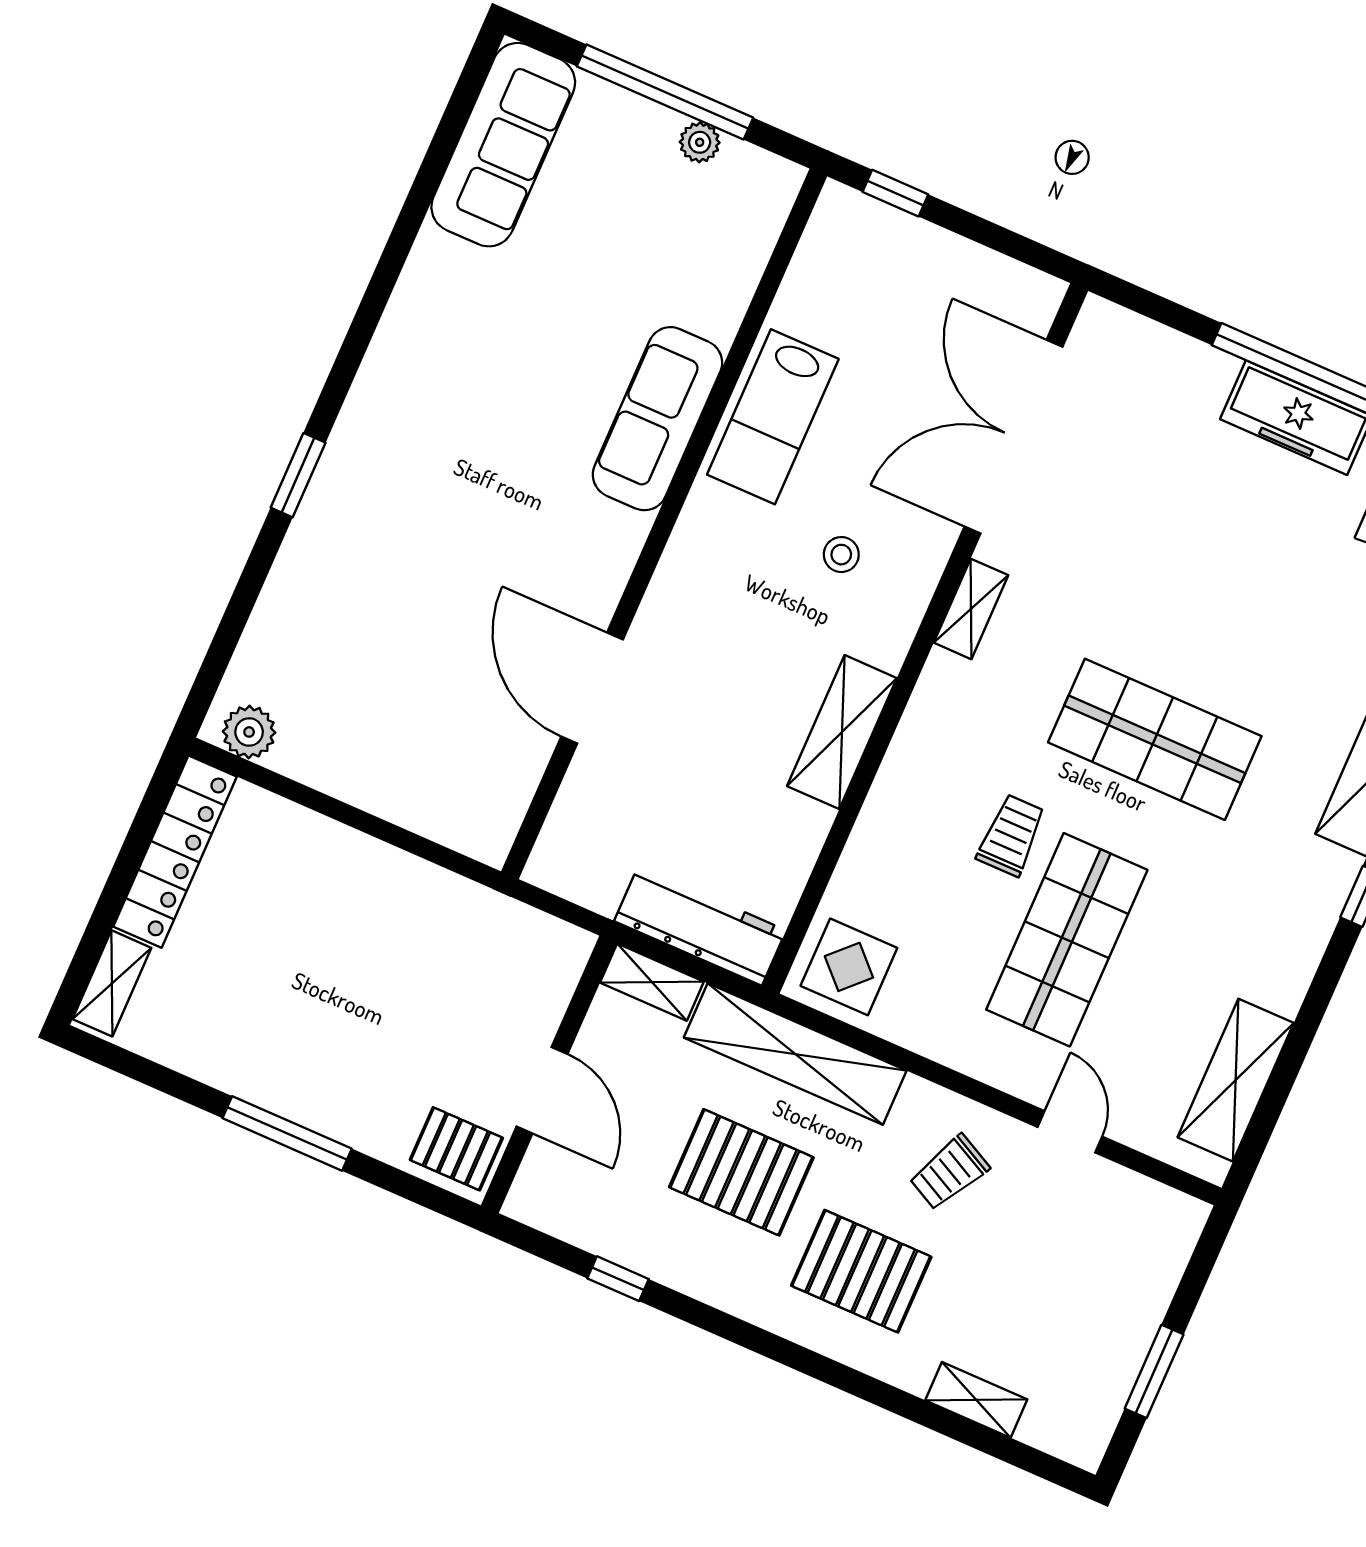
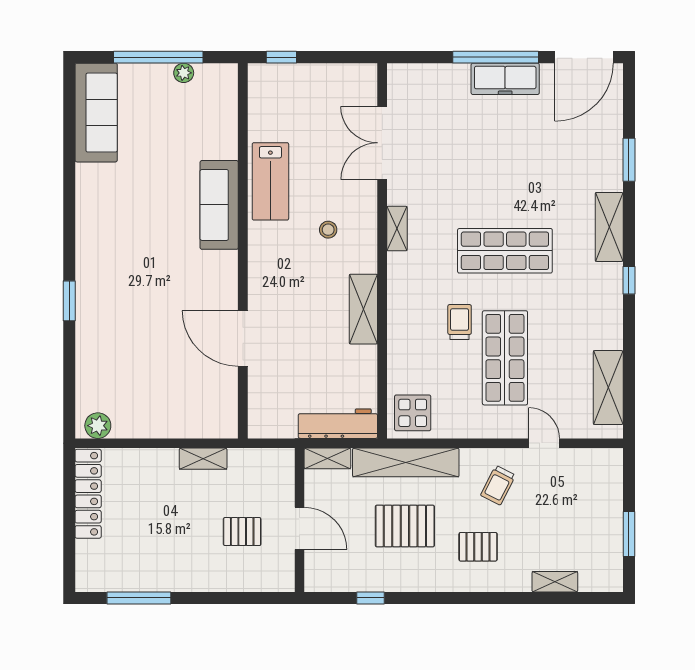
double door: (1014, 437) -> (382, 143), width x0.73
shelving: (112, 983) -> (203, 459), moved, turned 90
window: (287, 1133) -> (139, 598), moved
pallet: (456, 1149) -> (242, 532), moved
pallet: (861, 1271) -> (478, 547), width x0.67, depth x0.71

